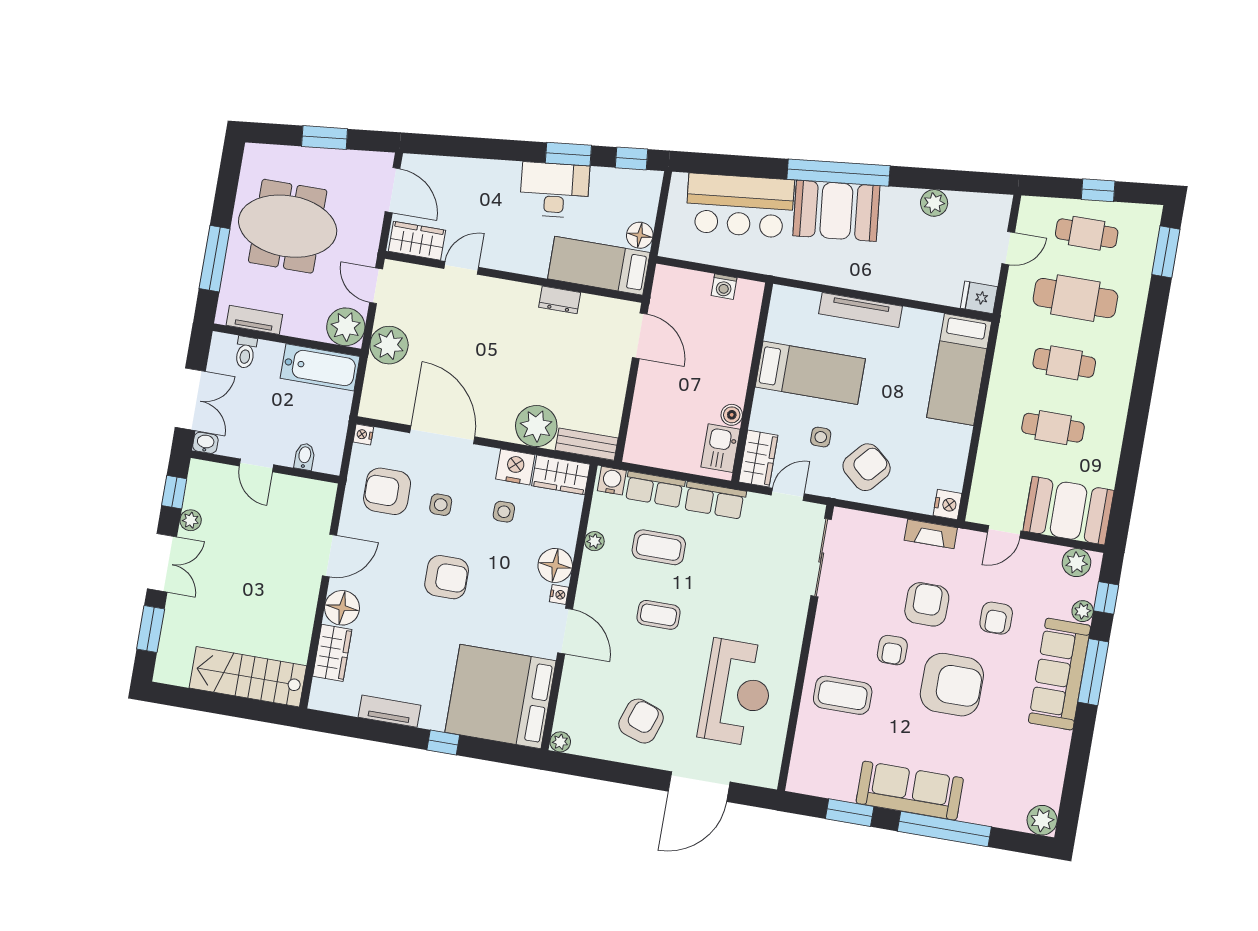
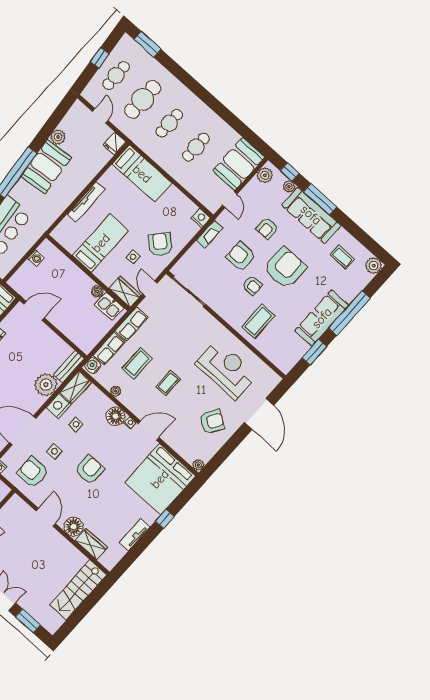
booth: (836, 211) -> (46, 167), moved
armchair: (387, 491) -> (33, 472), turned 90
armchair: (996, 618) -> (267, 228), turned 90
armchair: (641, 721) -> (212, 422), turned 103
coffee table: (1025, 764) -> (342, 257), added

